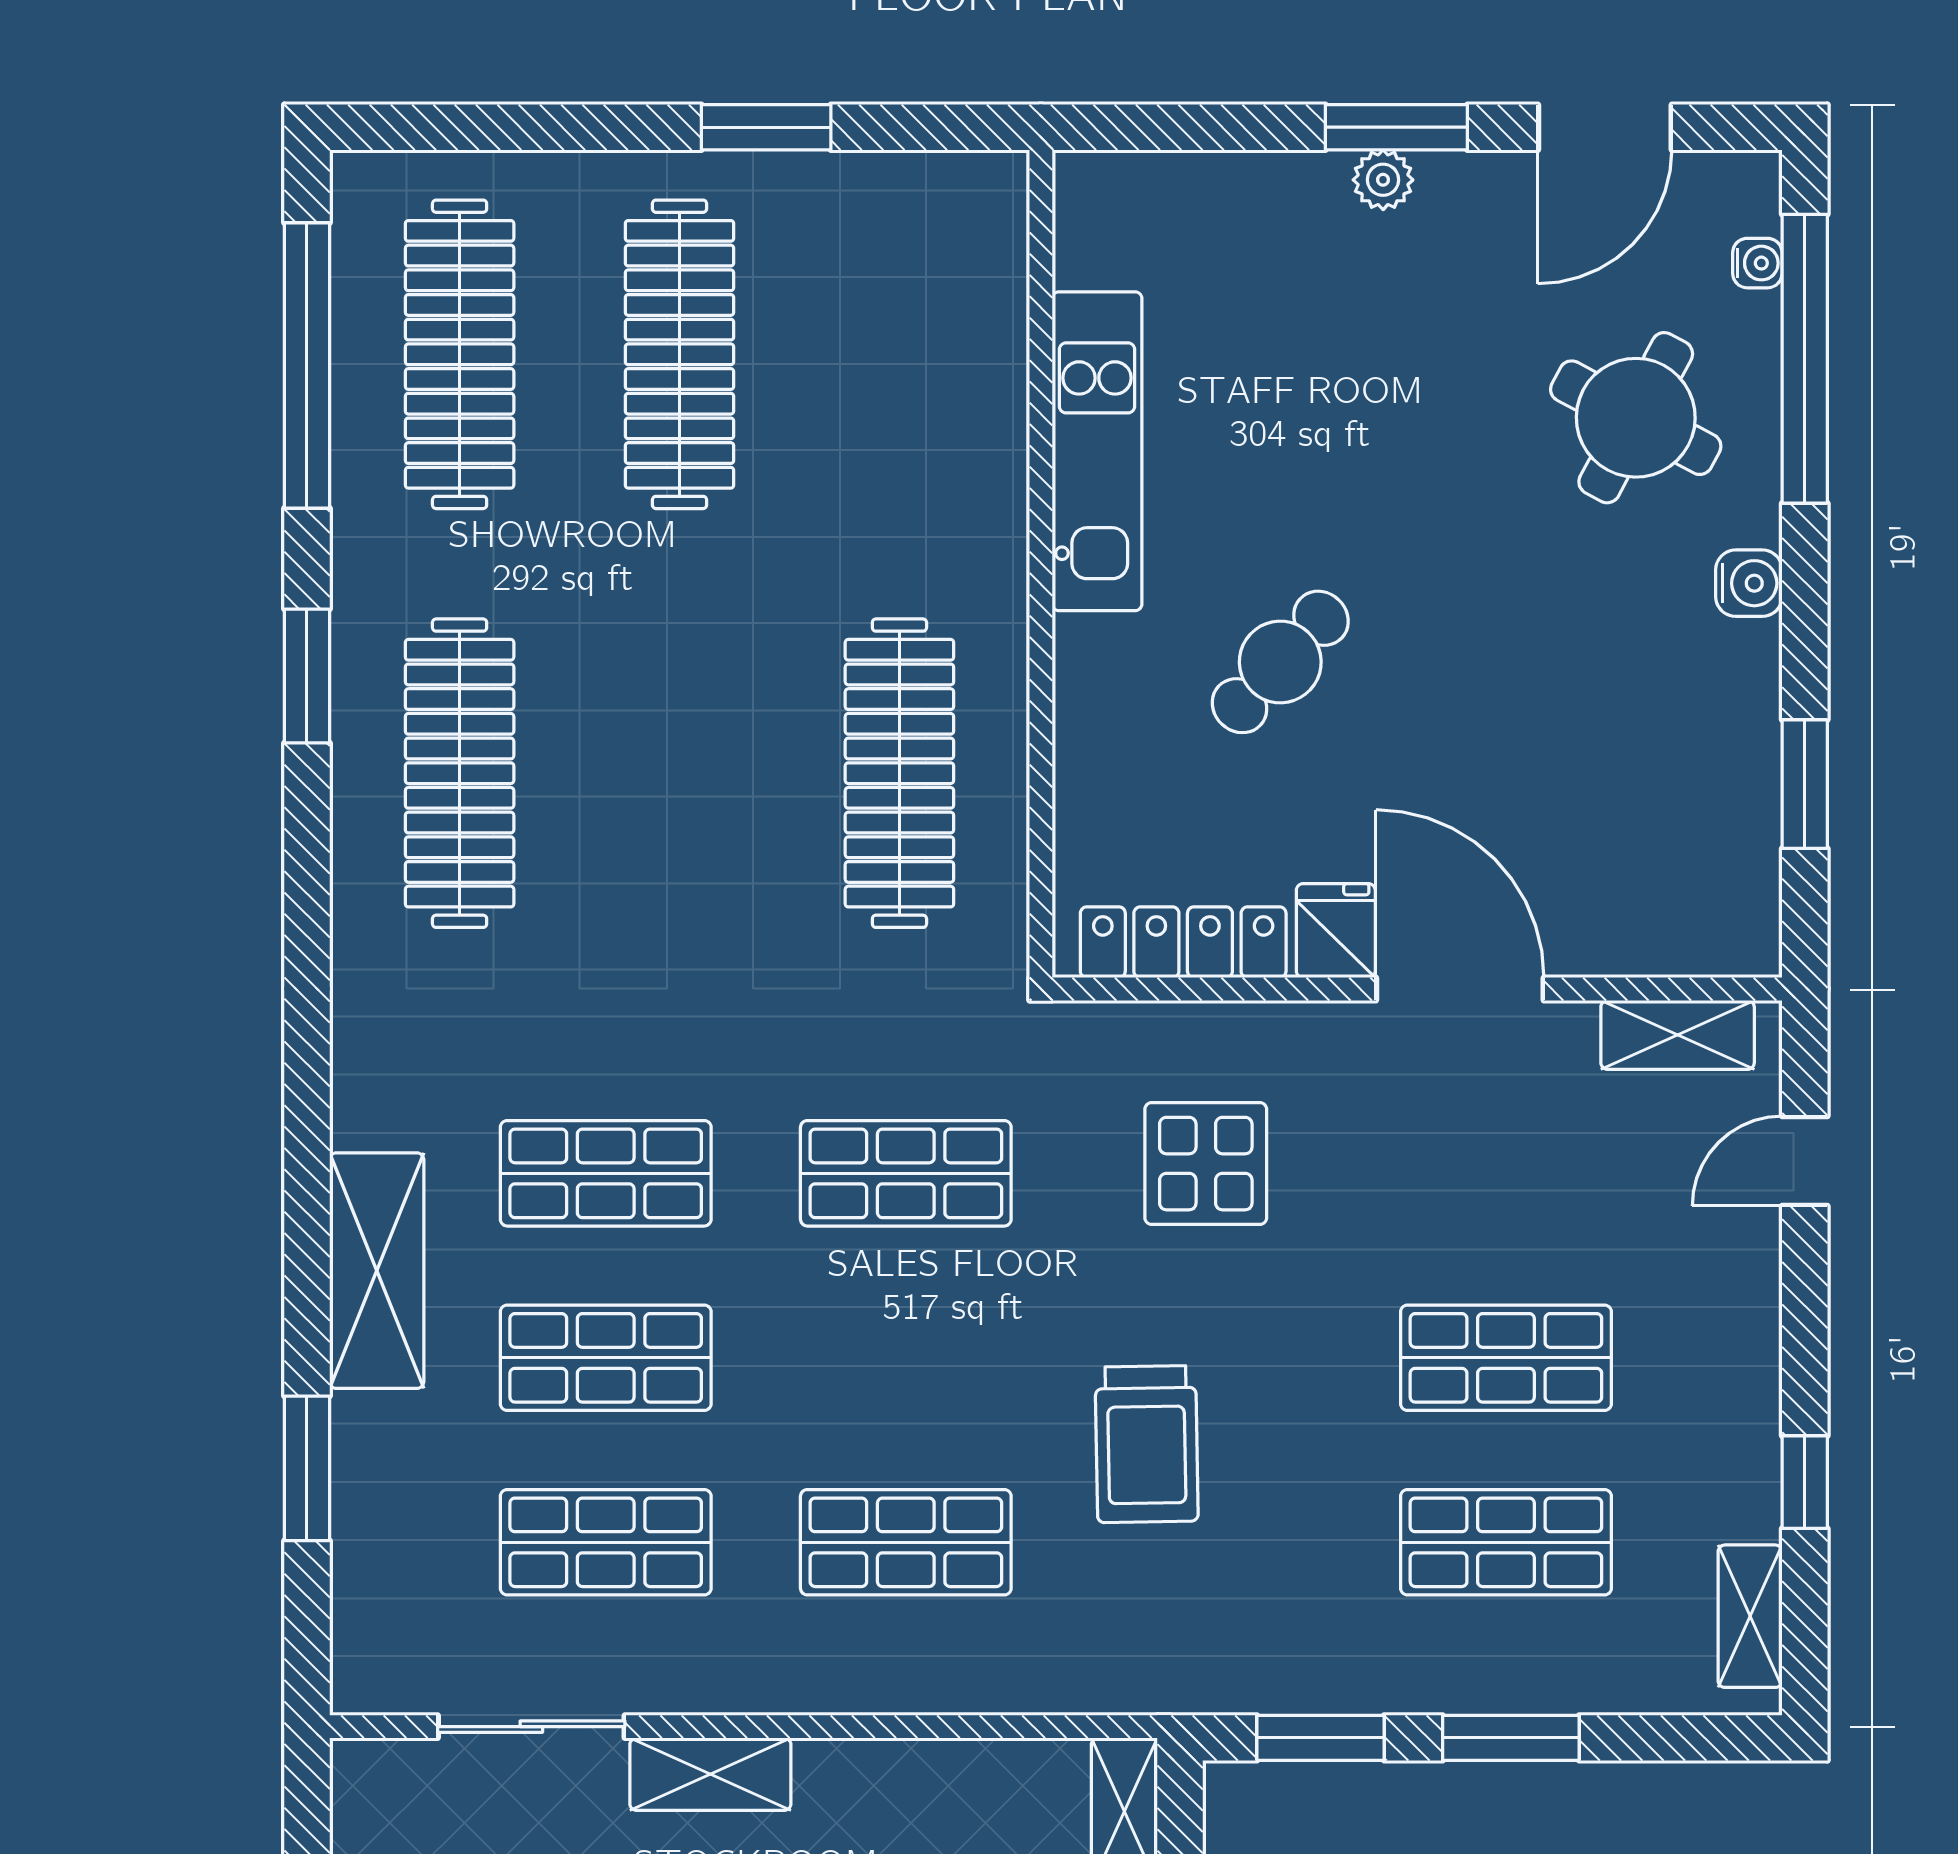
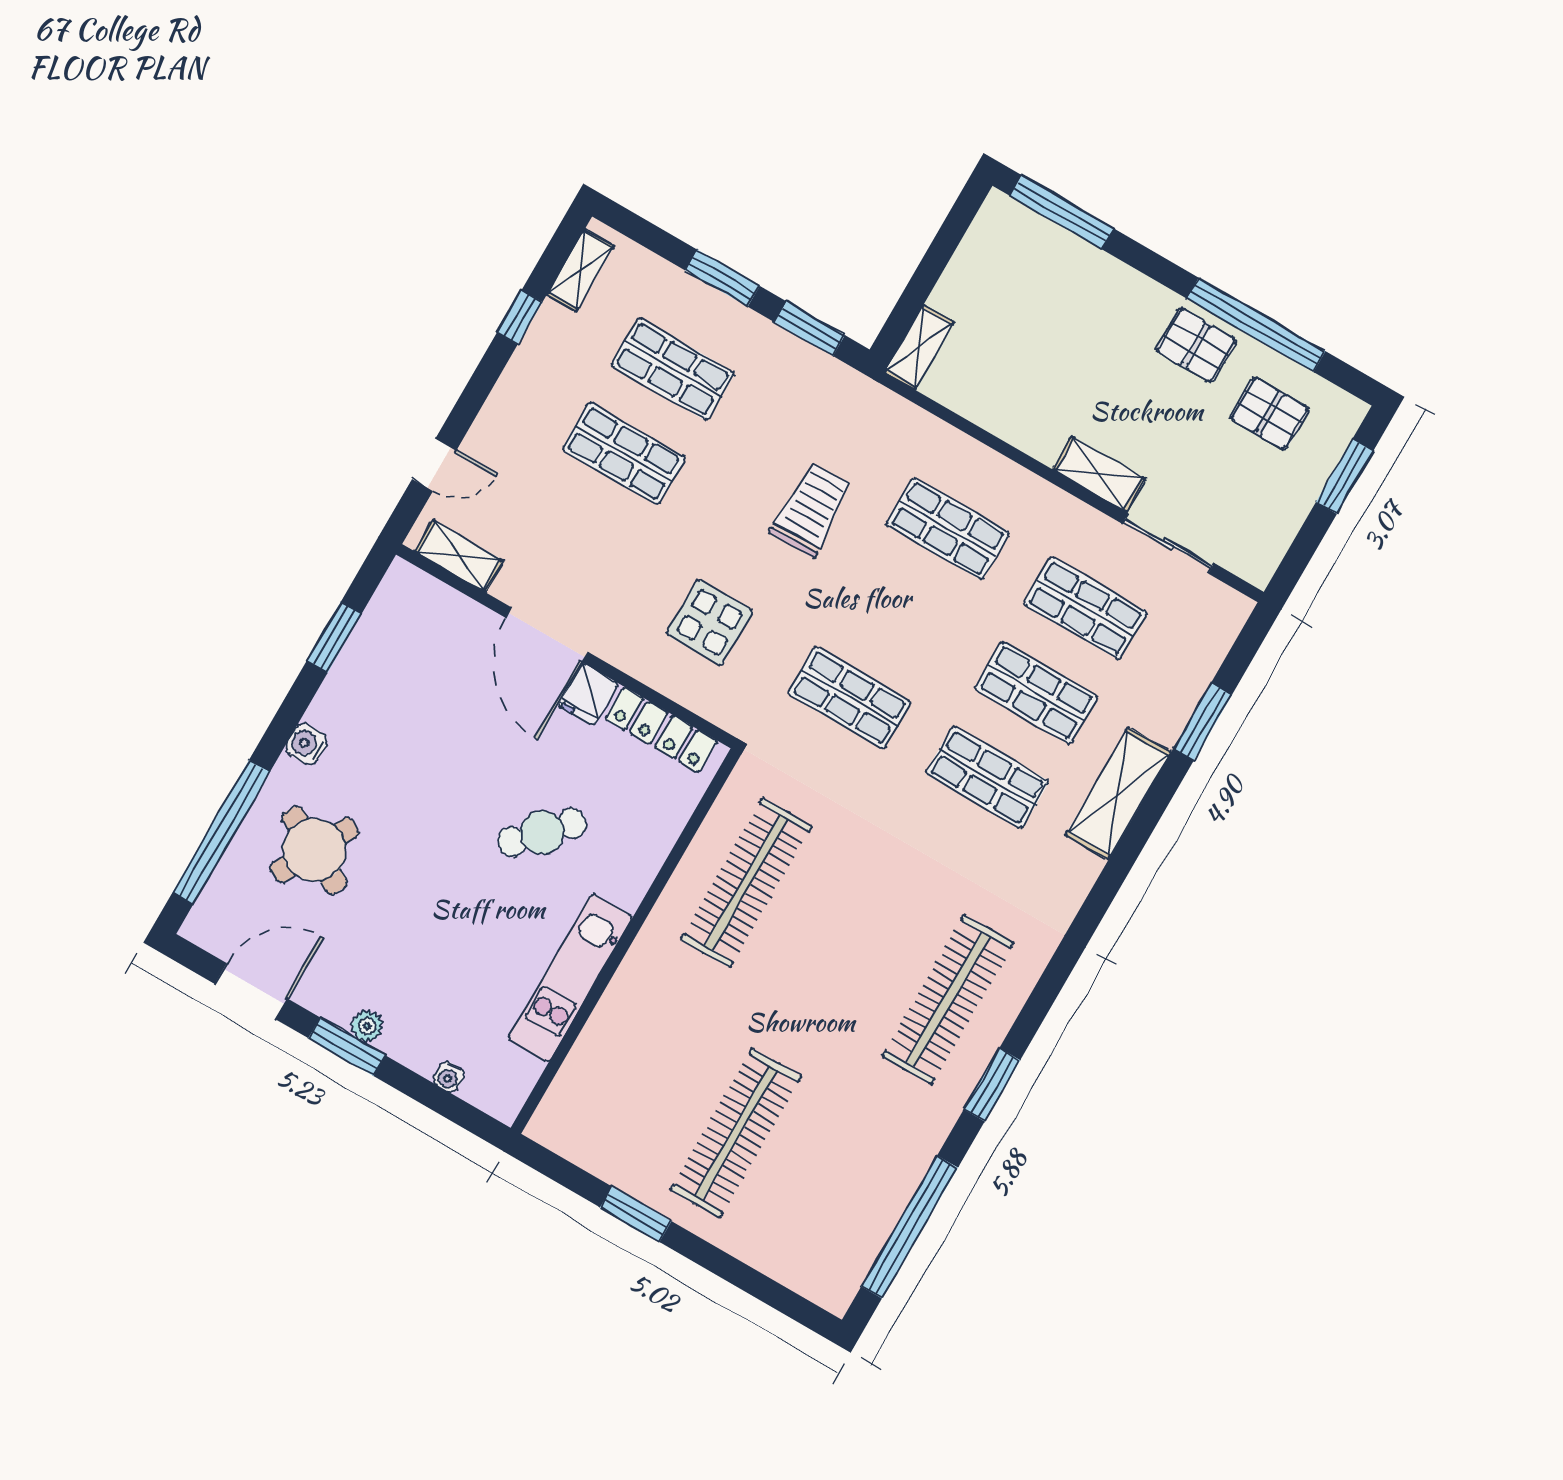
water cooler: (1757, 263) -> (449, 1077), moved, turned -90
clothes rail: (460, 354) -> (837, 1192), removed

